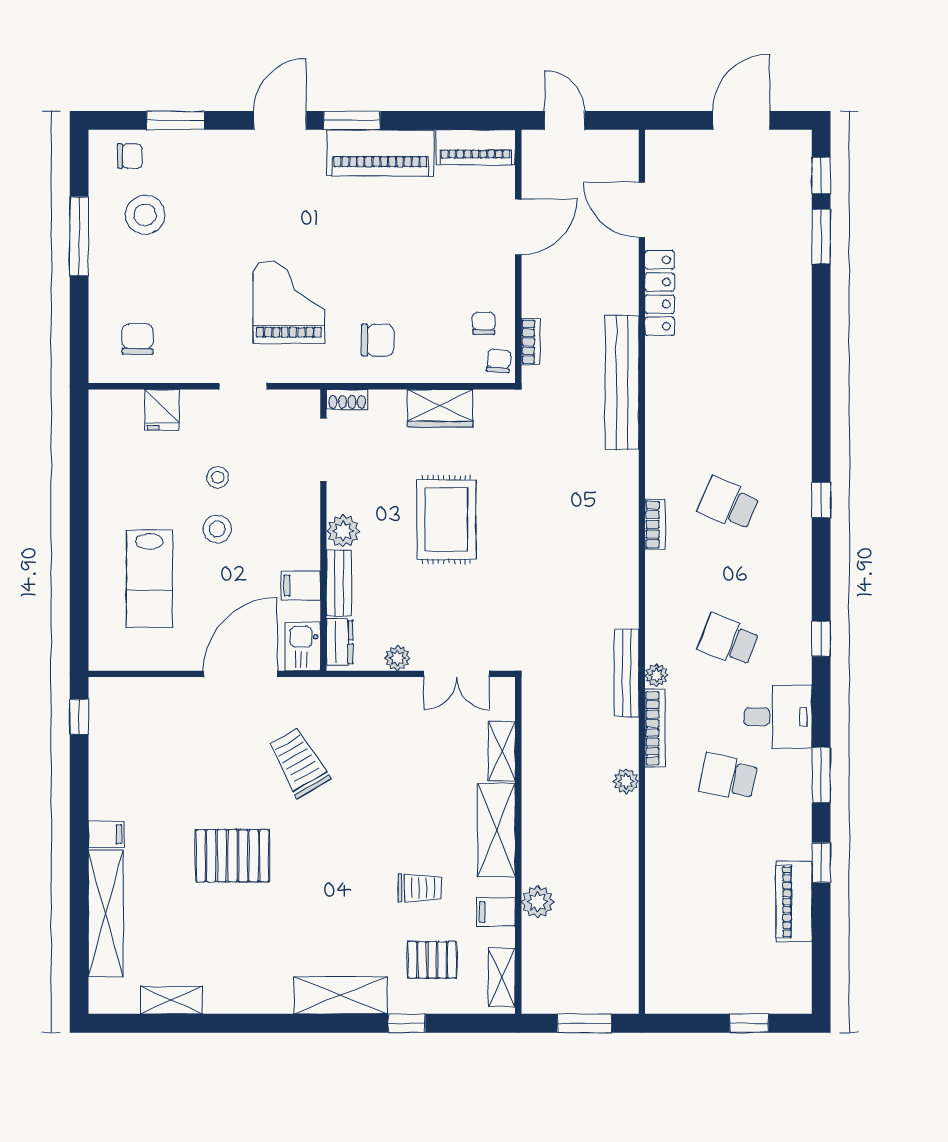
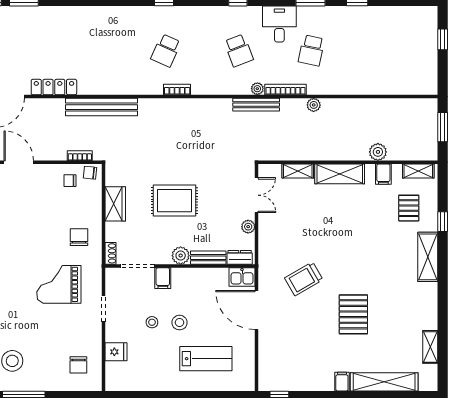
chair: (138, 339) -> (78, 365), turned -90
filing cabinet: (301, 585) -> (163, 278), moved
school desk: (728, 640) -> (239, 50), turned -42
trolley: (420, 888) -> (371, 215), removed
piano: (794, 902) -> (378, 16), removed

